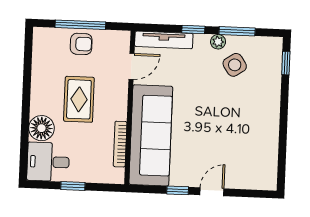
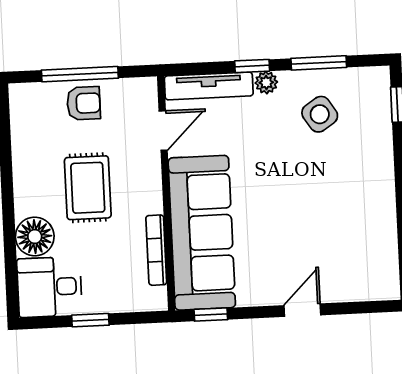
plant: (218, 42) -> (266, 83), moved
window: (178, 190) -> (211, 315), moved

